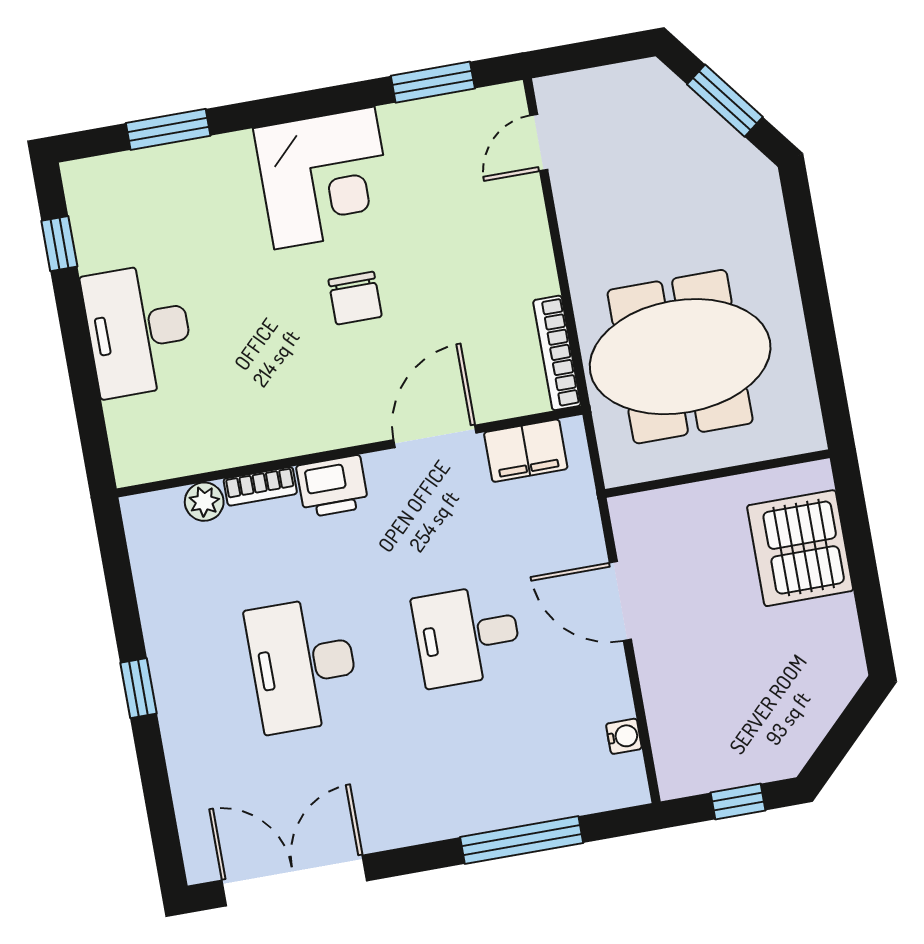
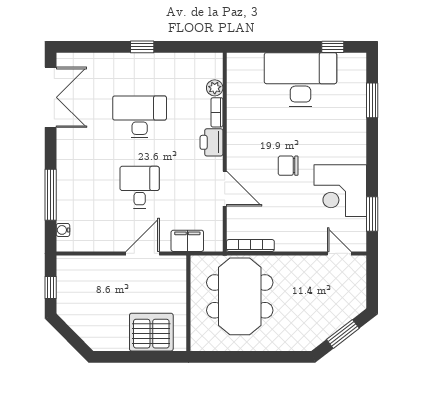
corner desk: (324, 178) -> (340, 191), moved
desk: (139, 330) -> (301, 80), width x1.36, depth x1.30
filing cabinet: (526, 451) -> (187, 241), moved, turned 90
water cooler: (624, 736) -> (63, 230), moved, turned 90

